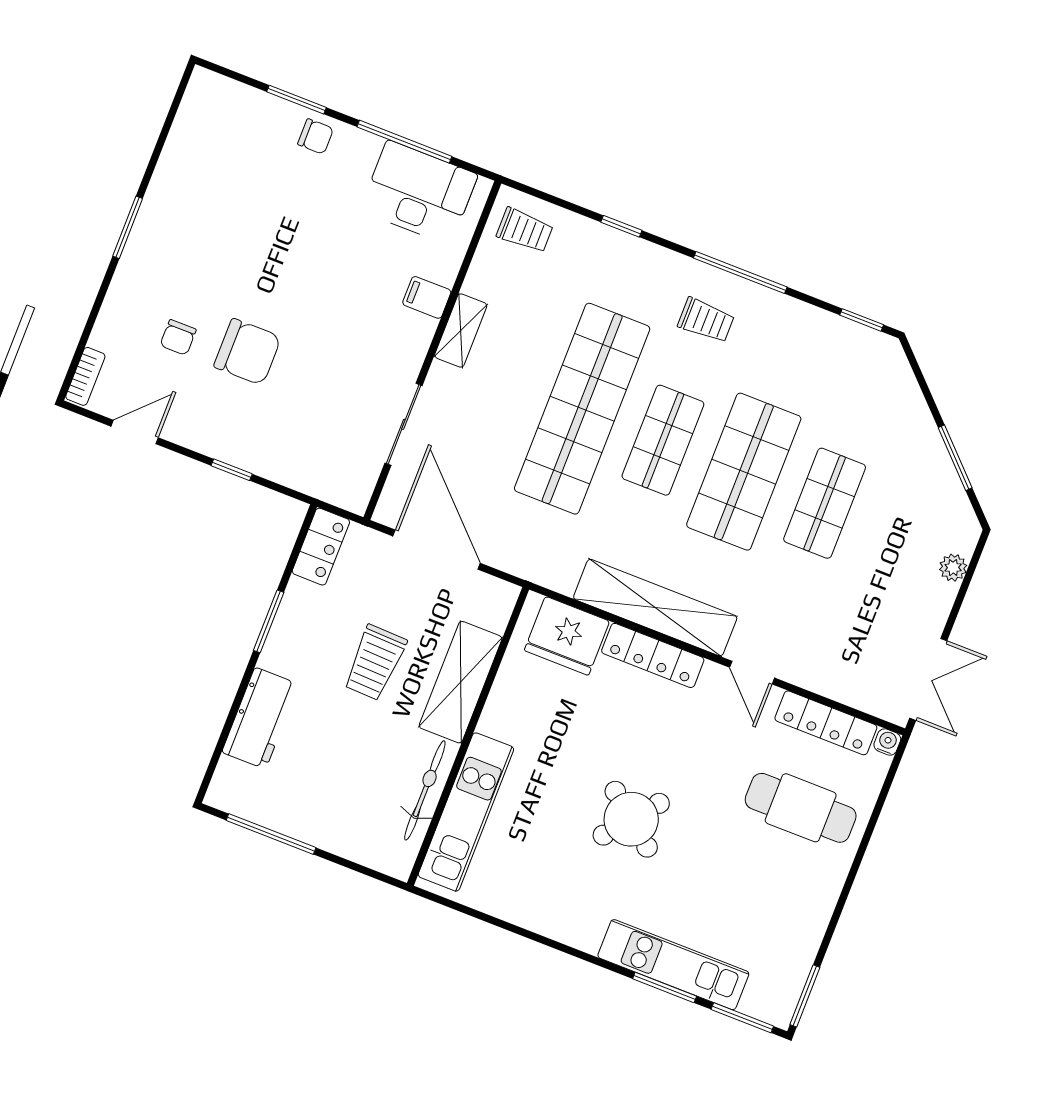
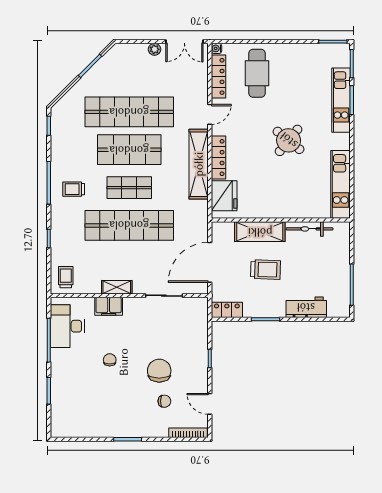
chair: (316, 136) -> (110, 360), moved
filing cabinet: (427, 297) -> (109, 306), width x2.00
trolley: (706, 320) -> (74, 189), turned -90
bookcase: (85, 376) -> (188, 433), width x1.56
shop shelf: (825, 503) -> (129, 112), width x2.00, depth x1.36
plant: (953, 568) -> (154, 49), moved
double door: (928, 679) -> (184, 42), swing flipped
kitchen unit: (466, 812) -> (341, 184), moved, turned -90

